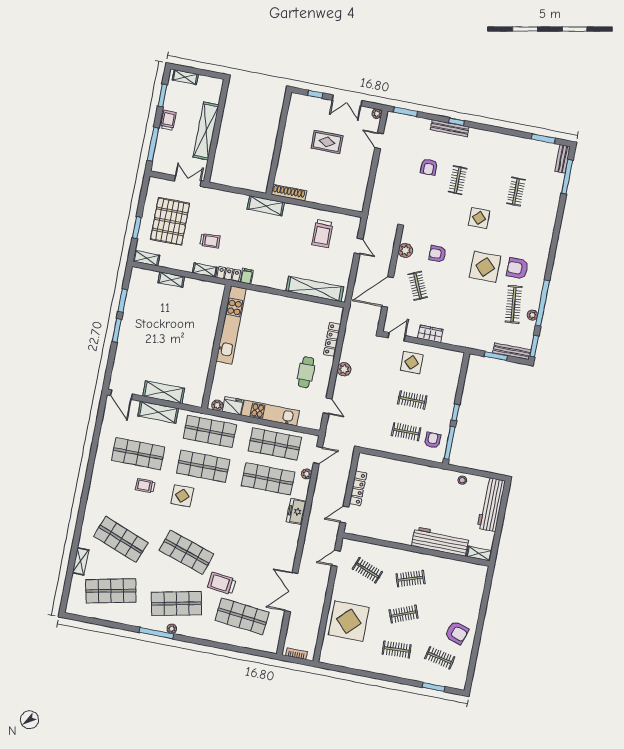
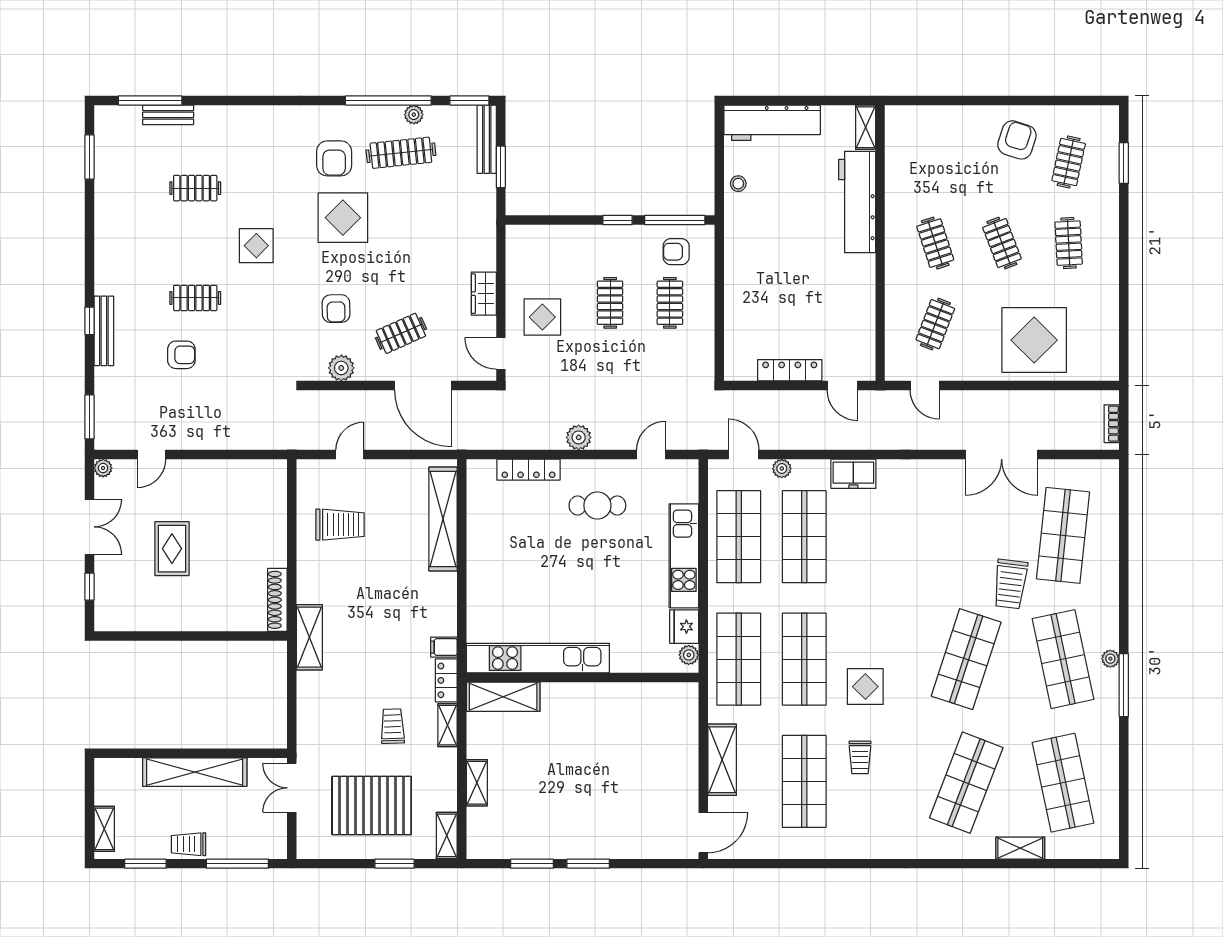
bench: (563, 159) -> (168, 115), moved
shelving: (164, 392) -> (503, 697), moved, turned 90

